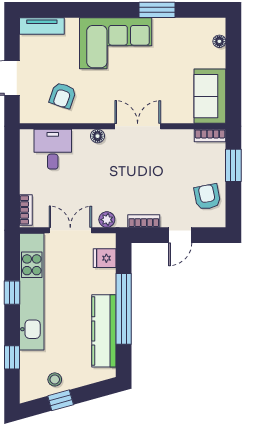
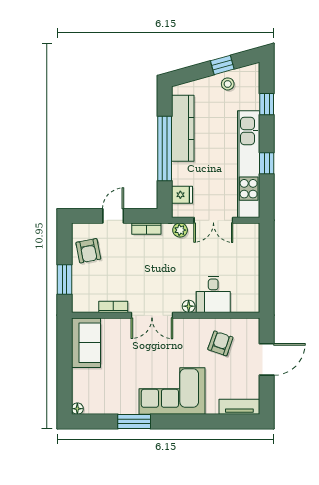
floor lamp: (219, 41) -> (77, 409), moved
bookcase: (210, 135) -> (113, 307), moved
desk: (53, 149) -> (213, 294), moved
bookcase: (26, 210) -> (254, 239), removed

